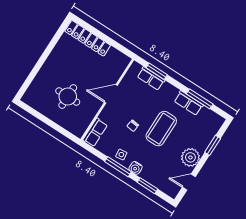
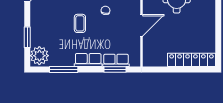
row of seats: (189, 103) -> (88, 60), moved
coffee table: (161, 129) -> (80, 23), width x0.54, depth x0.58
plant: (190, 157) -> (39, 56), moved

